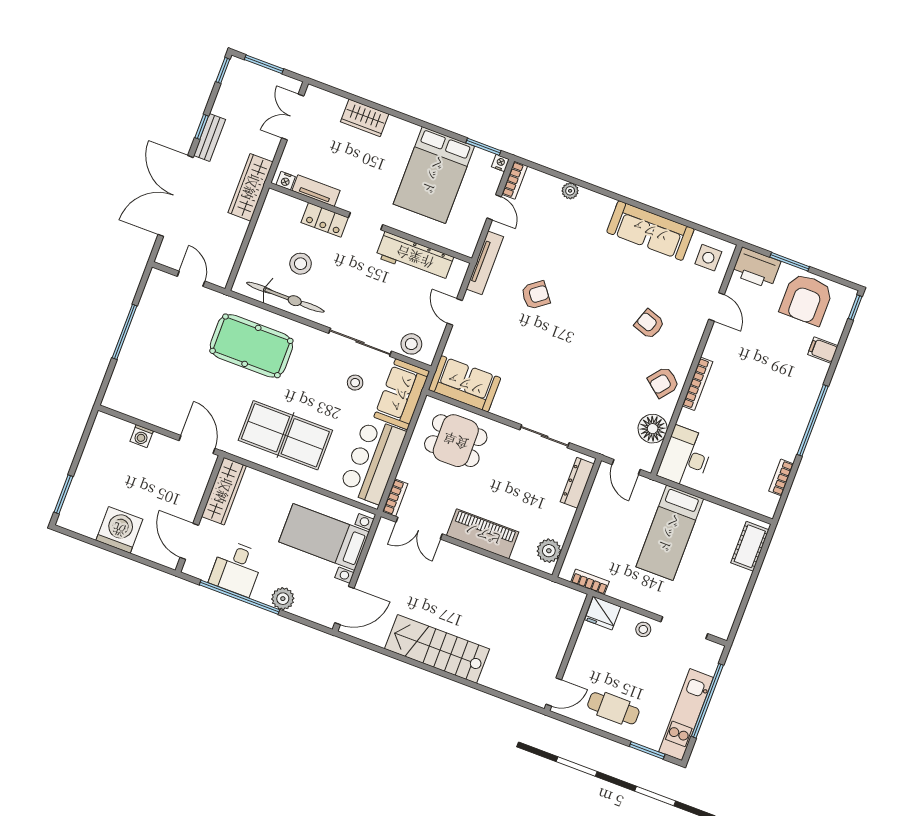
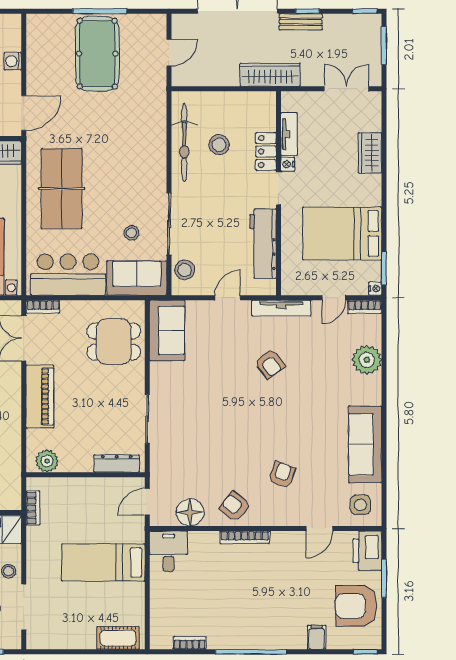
nightstand: (286, 181) -> (288, 164), moved
plant: (570, 191) -> (367, 360), width x1.88, depth x1.88
pool table: (251, 346) -> (97, 54), moved
dining table: (456, 441) -> (114, 342), turned 90
desk: (686, 457) -> (169, 551), width x0.73

